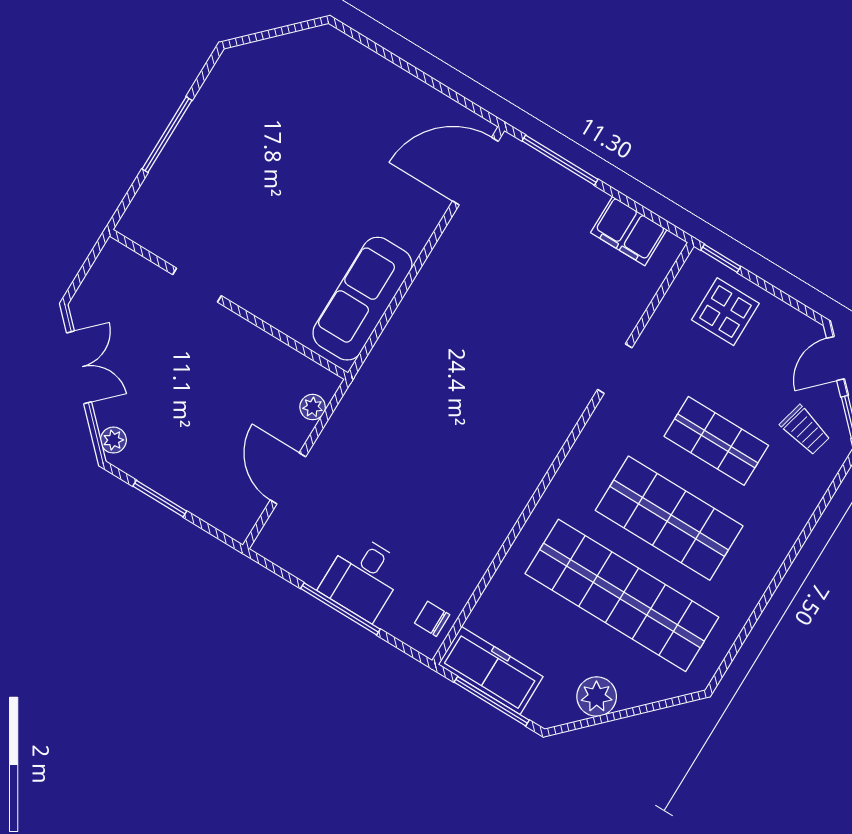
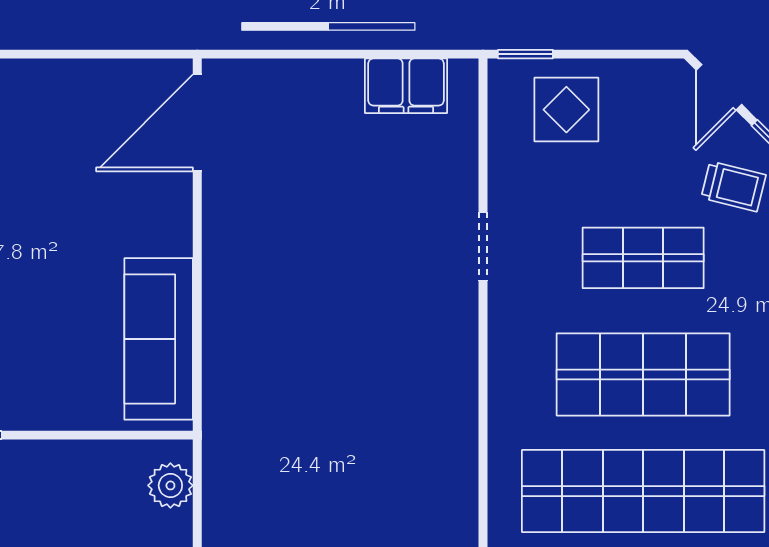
window: (560, 160) -> (283, 54), removed
plant: (313, 407) -> (170, 485), width x1.38, depth x1.38

